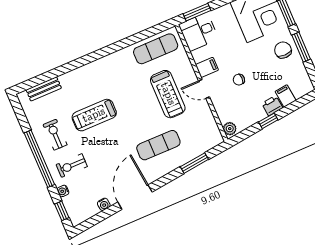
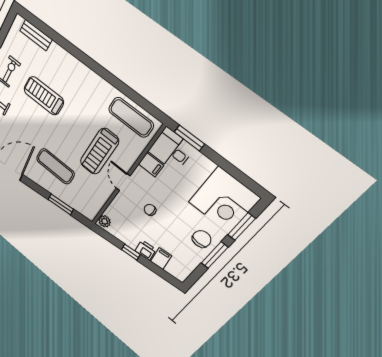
filing cabinet: (207, 67) -> (151, 165), moved

